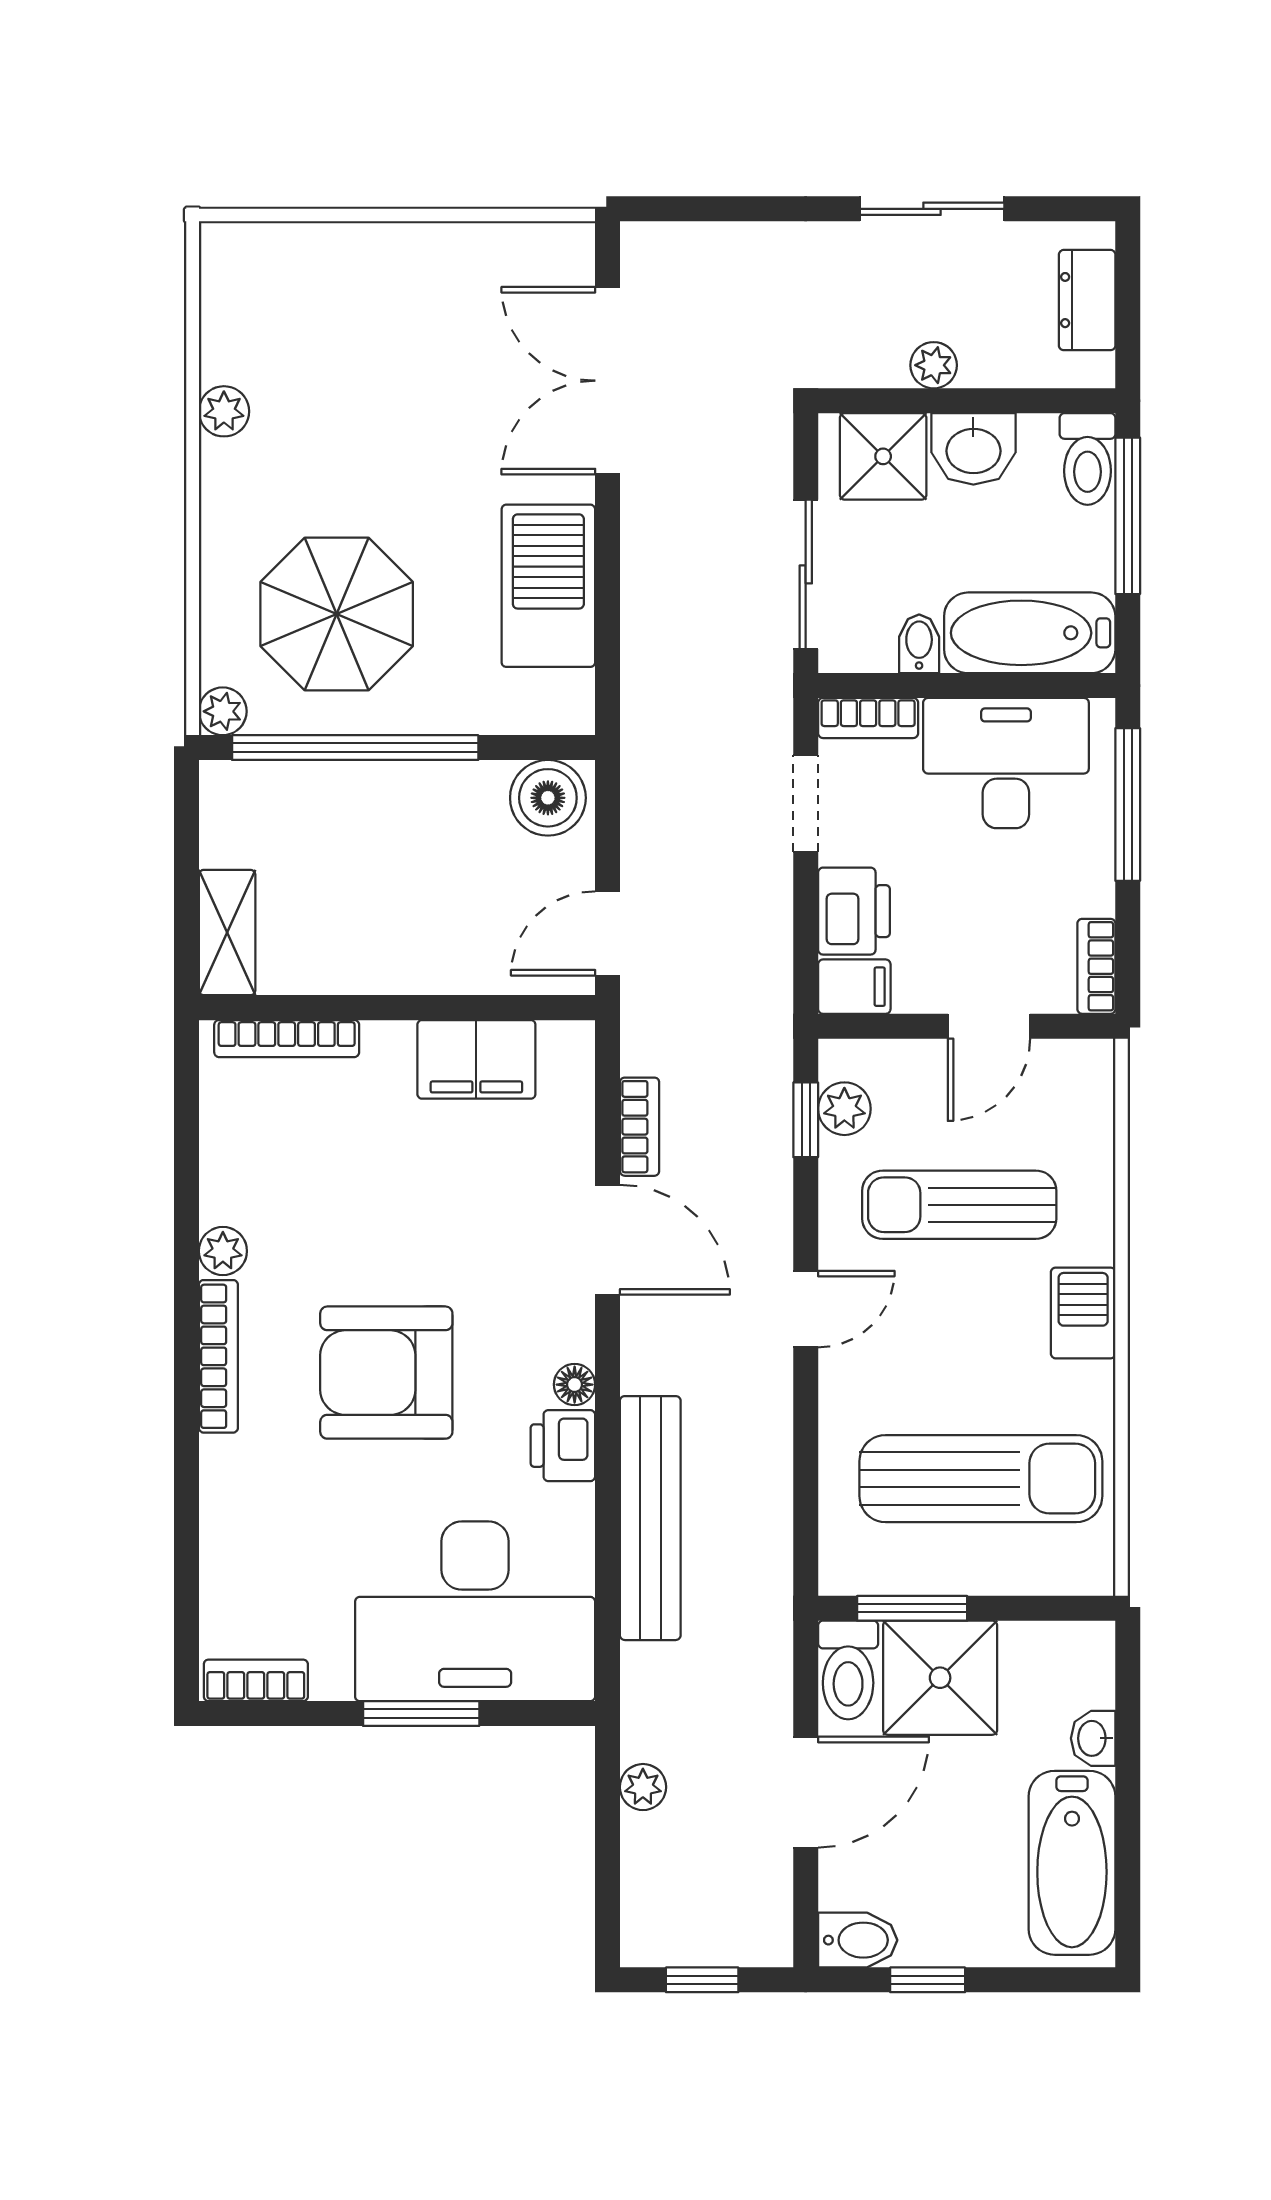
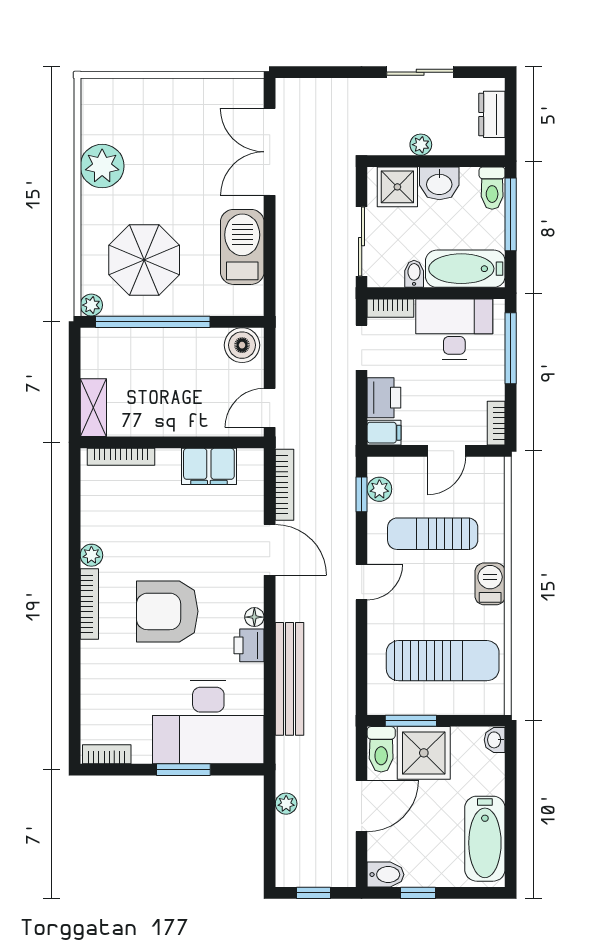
plant: (224, 411) -> (102, 166), width x1.87, depth x1.87
bookcase: (640, 1127) -> (285, 485), width x1.56
washbasin: (1093, 1738) -> (495, 740), moved

